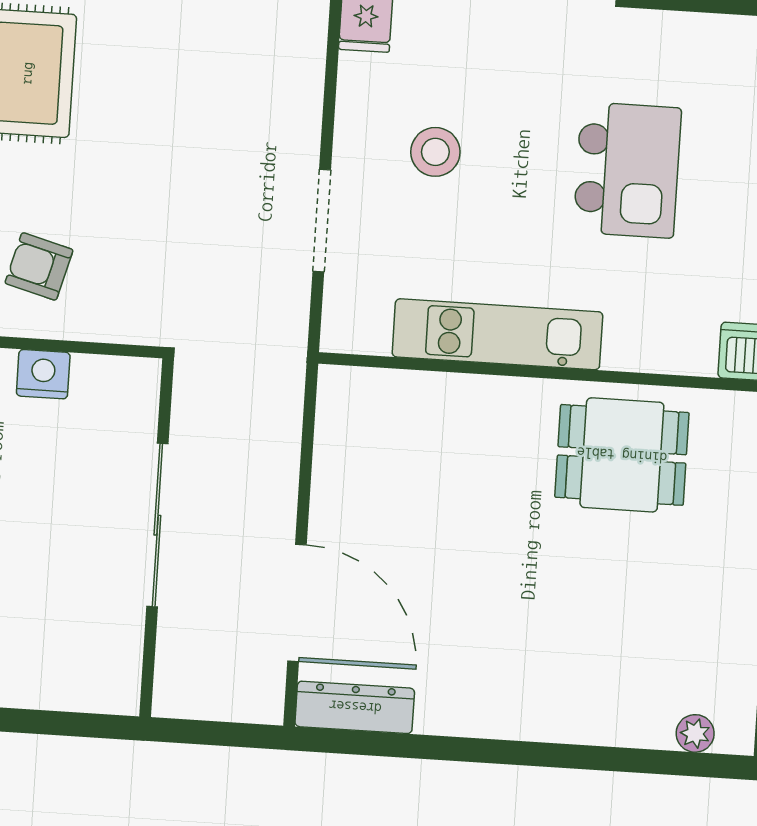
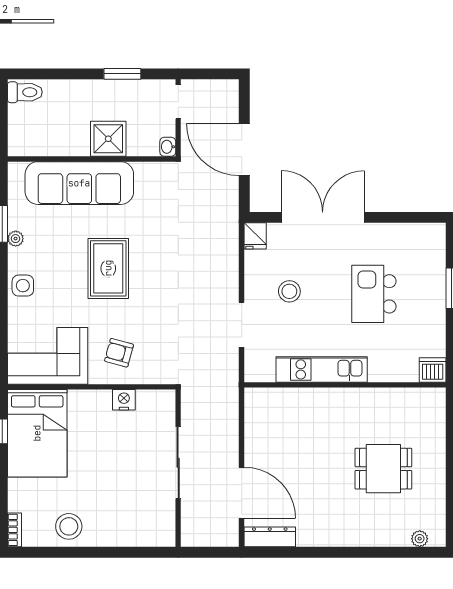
kitchen island: (627, 170) -> (374, 294), turned 180
dining table: (622, 455) -> (383, 469), moved

